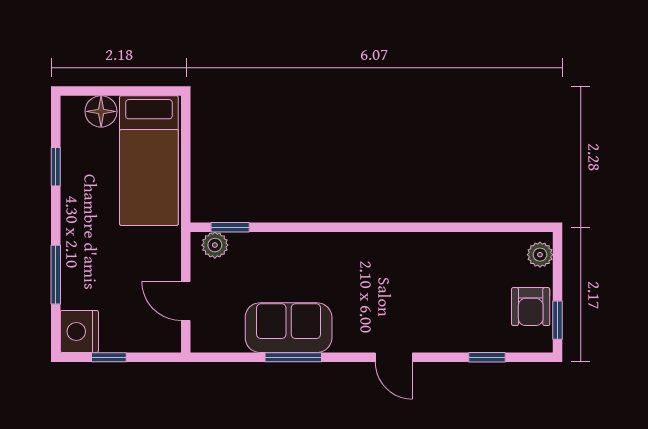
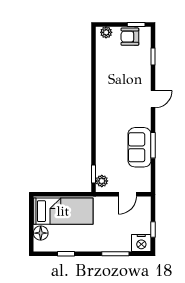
armchair: (531, 307) -> (130, 37), turned 180

